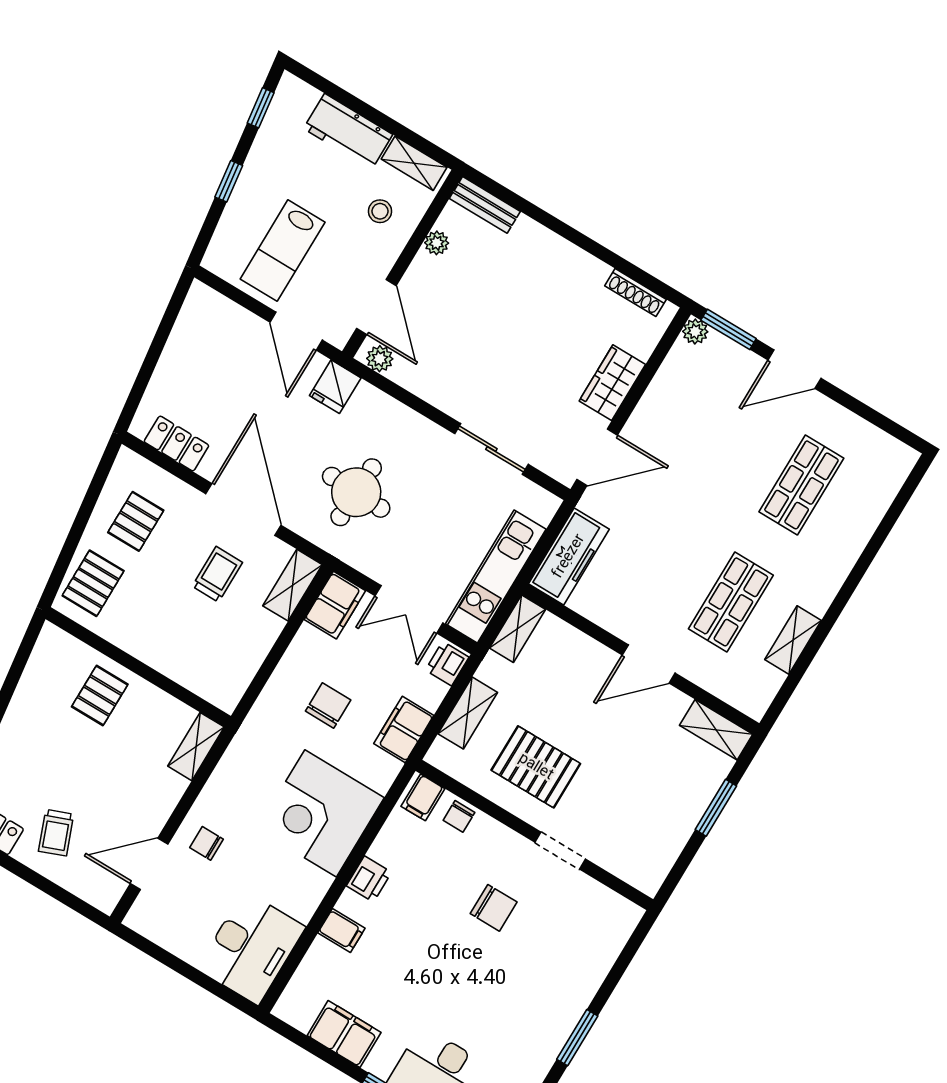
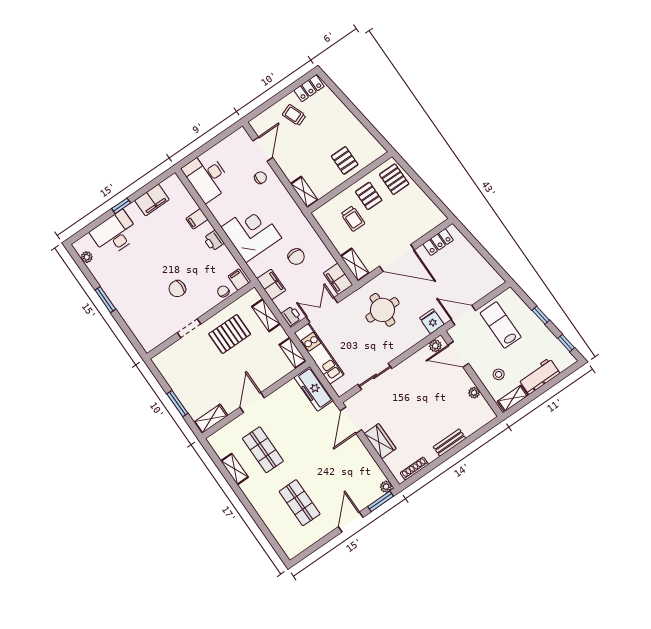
bench: (485, 205) -> (450, 443), moved
pallet: (136, 521) -> (369, 196), moved
trolley: (217, 574) -> (353, 219), moved

